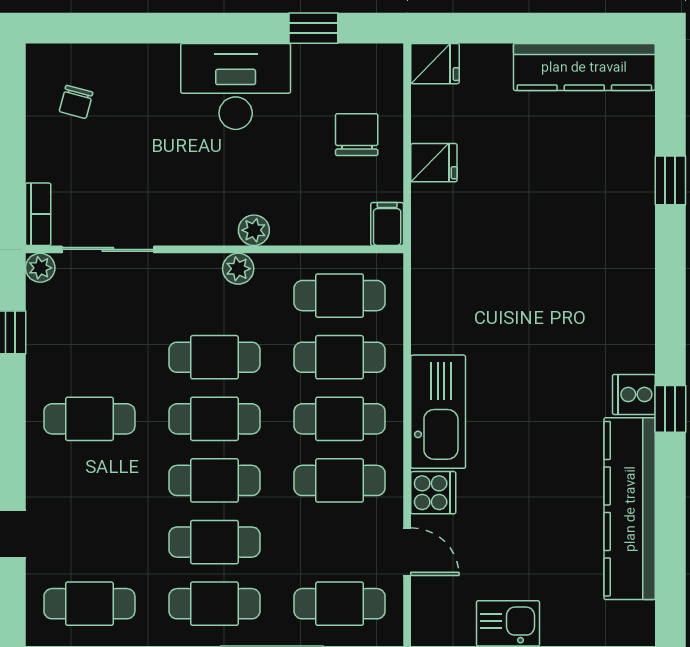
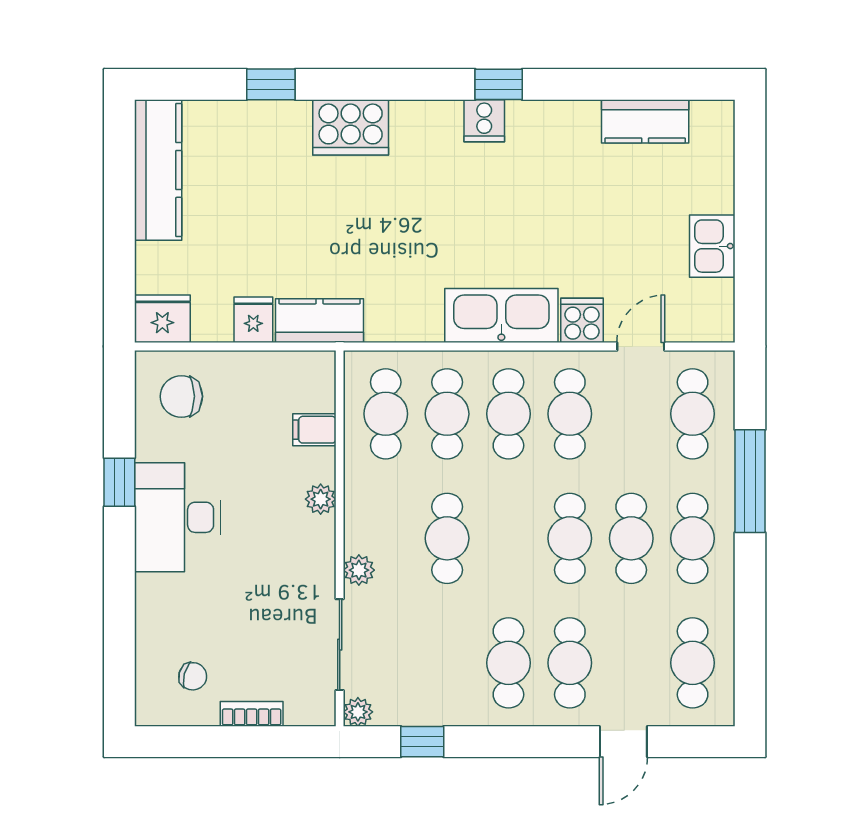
window: (313, 28) -> (119, 482), moved
fridge: (435, 64) -> (162, 319), width x1.38
chair: (357, 135) -> (181, 396), moved
bookcase: (38, 214) -> (252, 714), moved
filing cabinet: (387, 224) -> (314, 430), moved
kitchen counter: (433, 229) -> (320, 321), added
cooker: (627, 260) -> (351, 127), added
plant: (238, 269) -> (359, 570), moved
cafe table: (214, 419) -> (570, 663), moved
kitchen counter: (630, 509) -> (645, 121), width x0.48, depth x0.86

